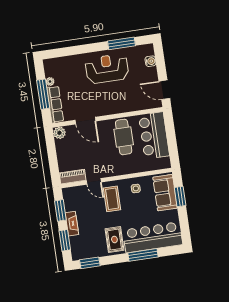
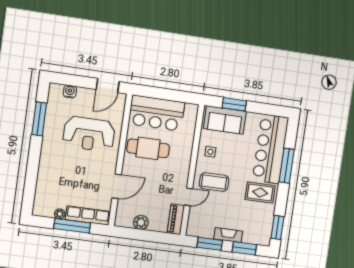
reception desk: (107, 69) -> (89, 134), moved, turned -90
plant: (59, 133) -> (141, 222), moved

